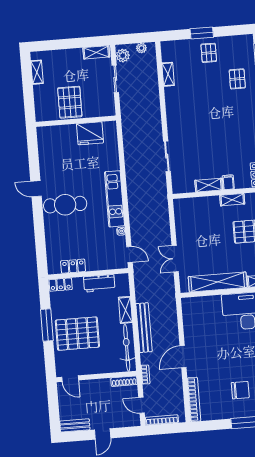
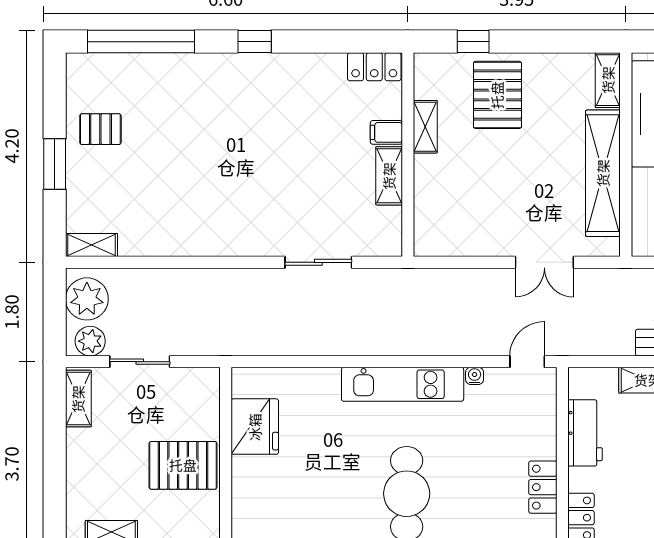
plant: (141, 48) -> (87, 299), width x1.88, depth x1.88
pallet: (209, 53) -> (100, 129), moved
shelving: (168, 74) -> (91, 245), moved
pallet: (237, 79) -> (161, 94), removed

